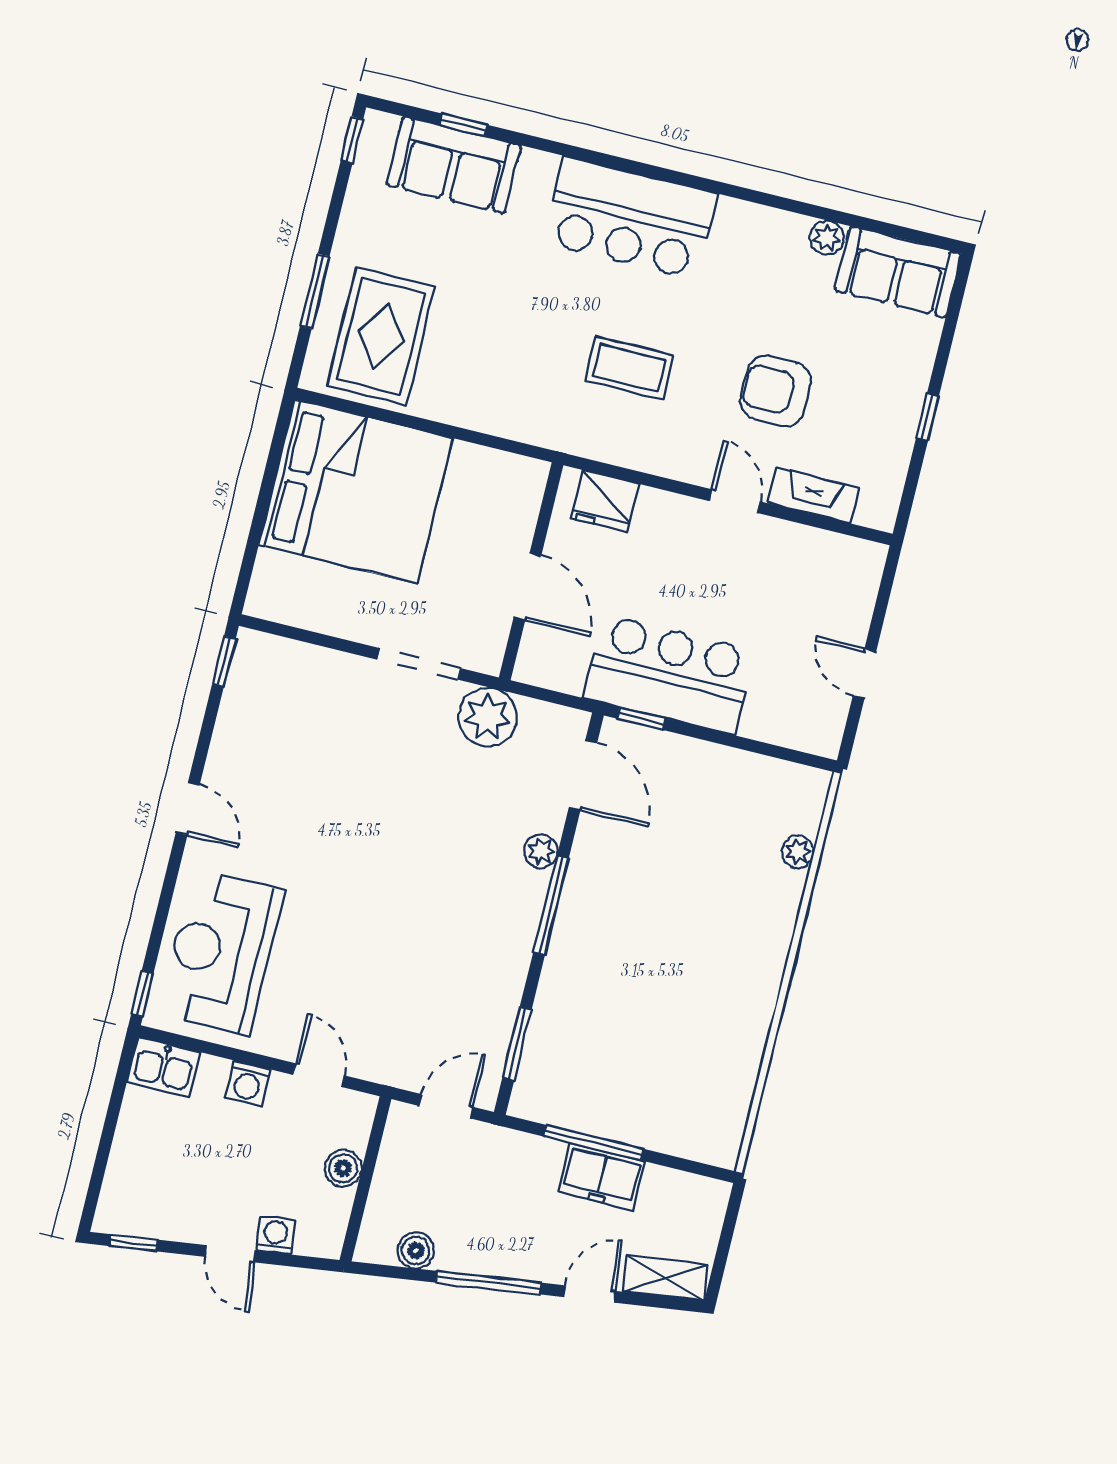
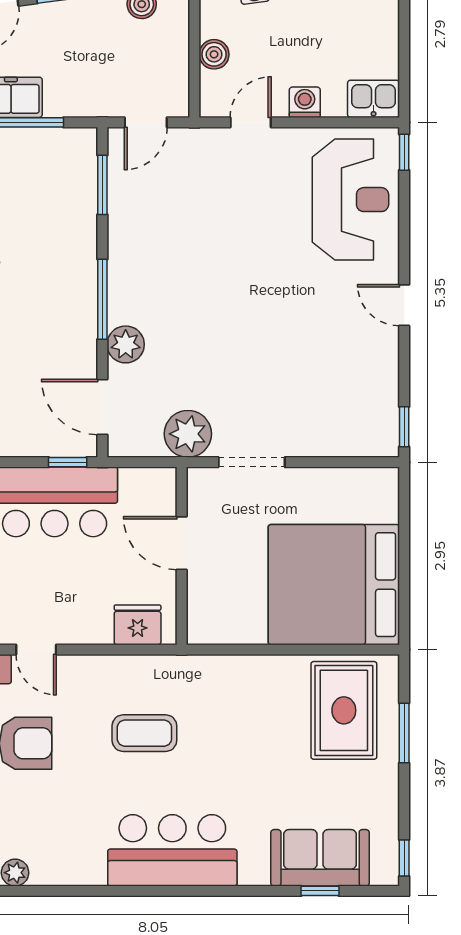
plant: (541, 851) -> (126, 344), width x1.38, depth x1.38
door: (319, 1075) -> (251, 122), swing flipped

